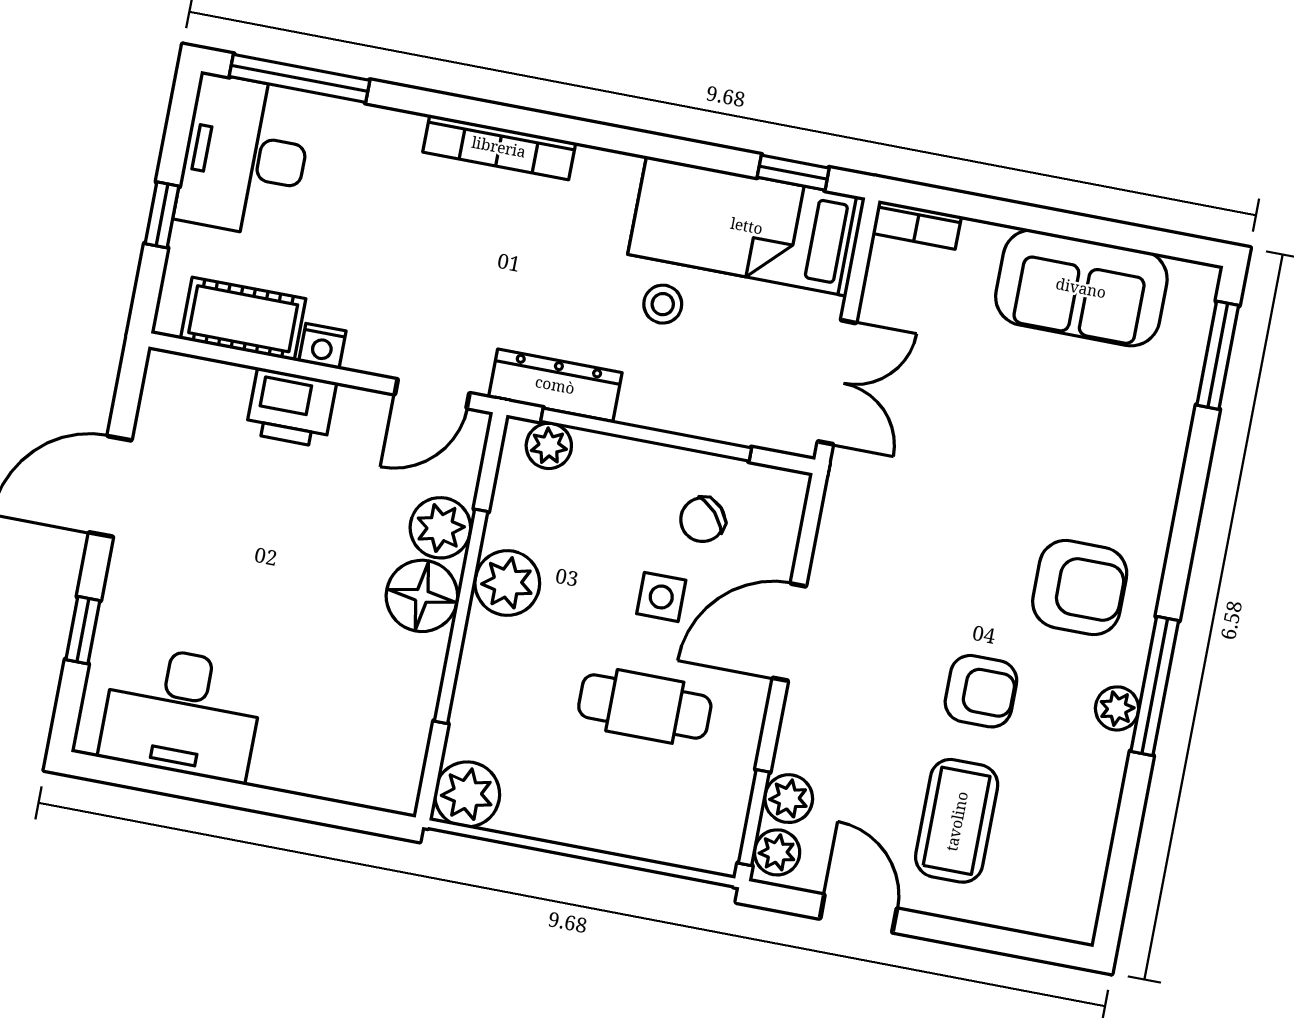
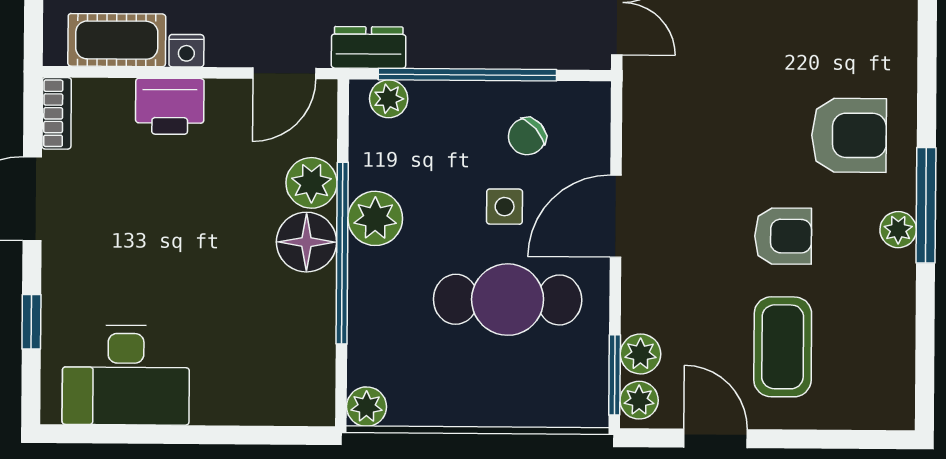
dresser: (555, 385) -> (369, 47), width x0.70
bookcase: (157, 392) -> (57, 113), added
cafe table: (645, 706) -> (508, 300), width x1.37, depth x1.35
plant: (467, 794) -> (367, 407), width x0.73, depth x0.73

